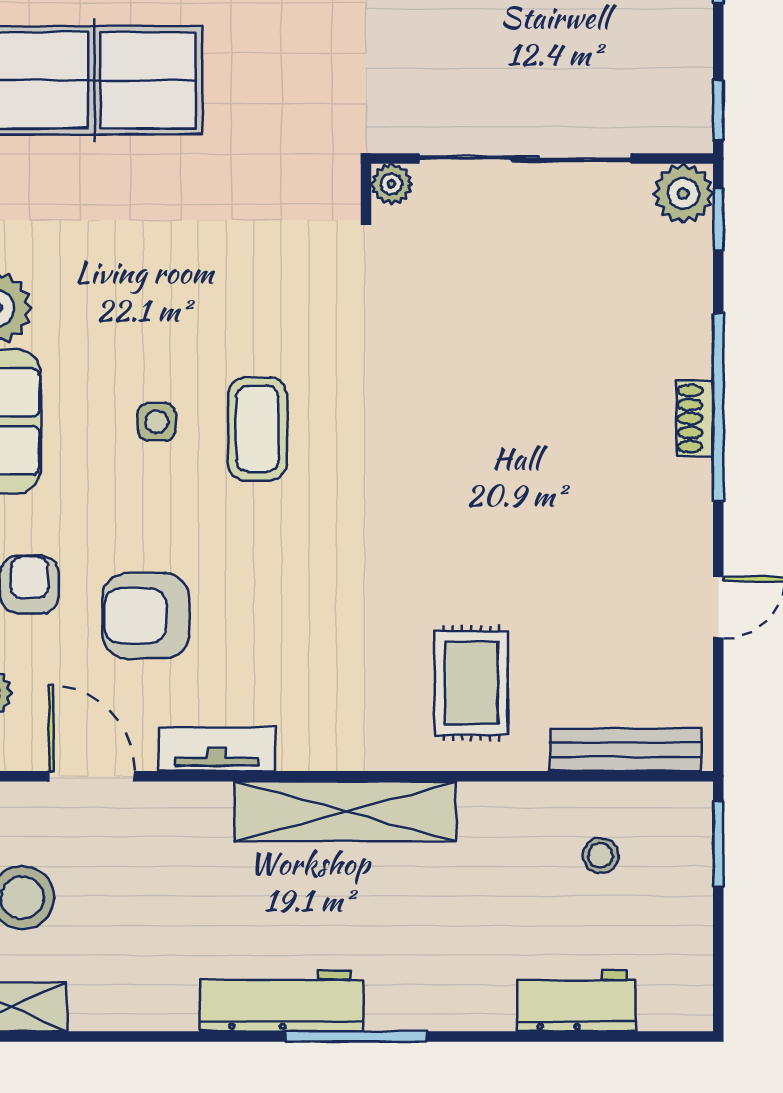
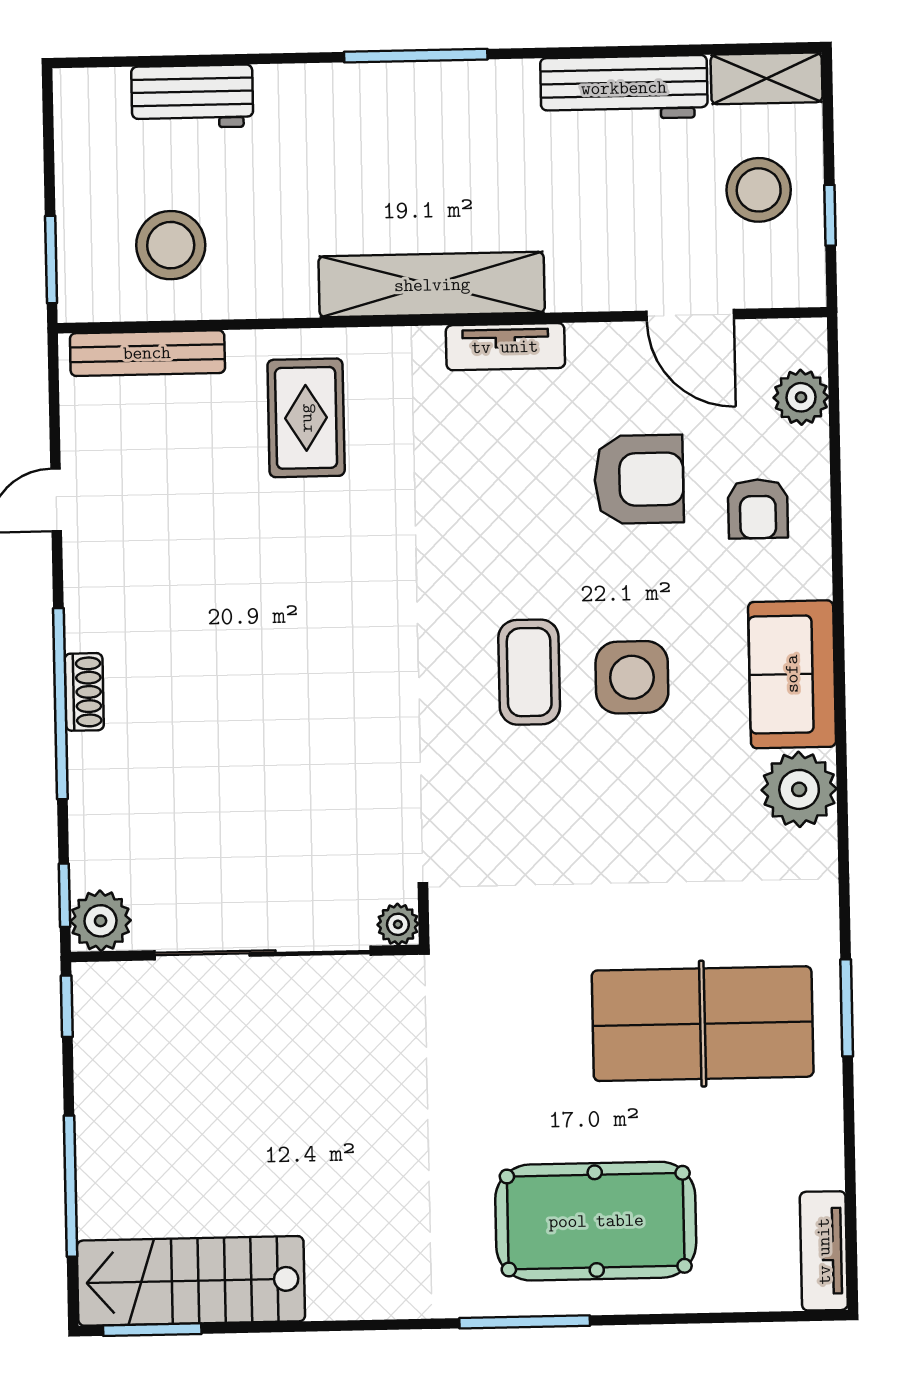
side table: (157, 422) -> (632, 677), width x1.87, depth x1.87
tv unit: (216, 749) -> (505, 347), moved
stool: (601, 855) -> (171, 245), width x1.89, depth x1.89
workbench: (282, 1001) -> (624, 88), moved

